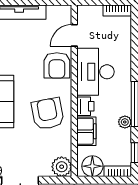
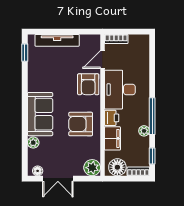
bookcase: (117, 10) -> (116, 39), moved
armchair: (48, 114) -> (81, 124), turned -79

